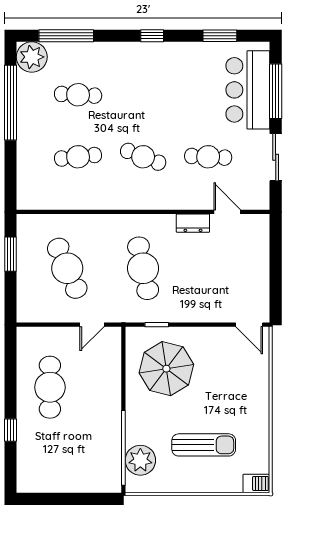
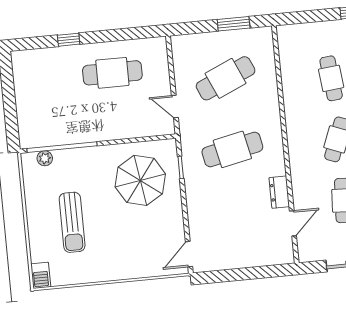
plant: (140, 460) -> (45, 158), width x0.53, depth x0.53

